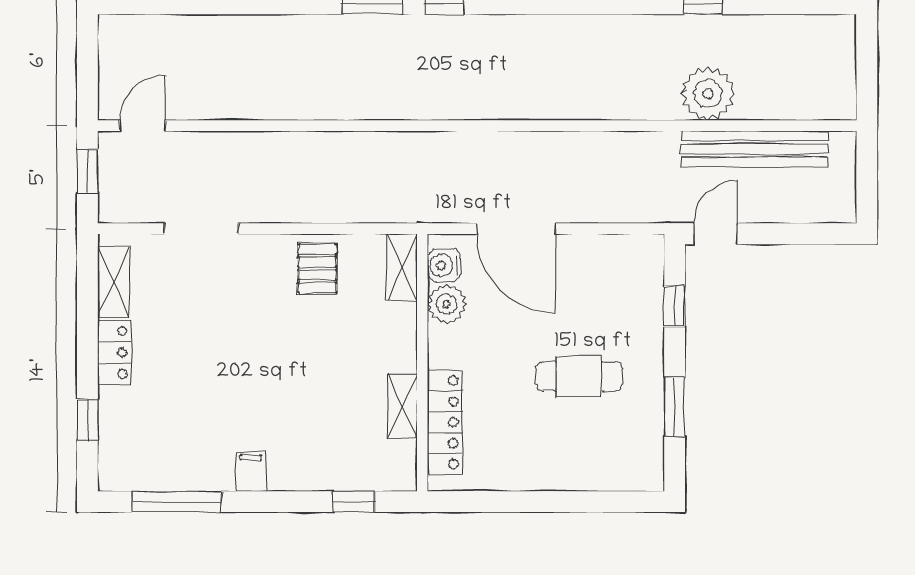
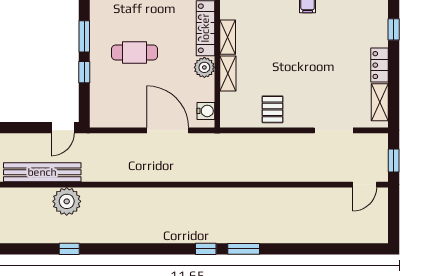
shelving: (402, 267) -> (228, 73), moved
plant: (447, 304) -> (204, 67), moved
window: (675, 306) -> (84, 72), moved

